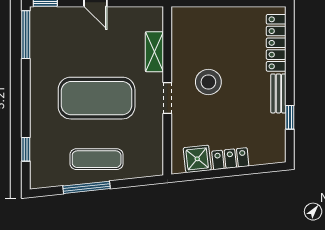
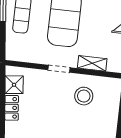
stool: (208, 82) -> (84, 96), moved

